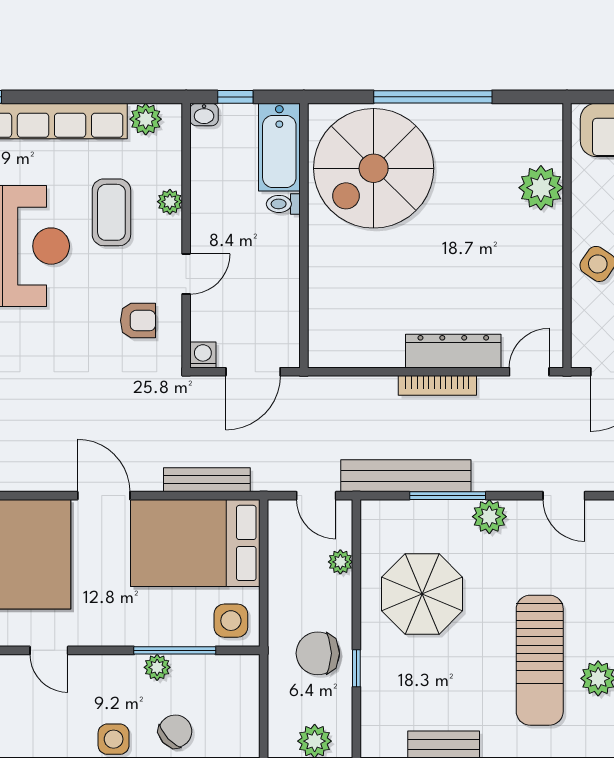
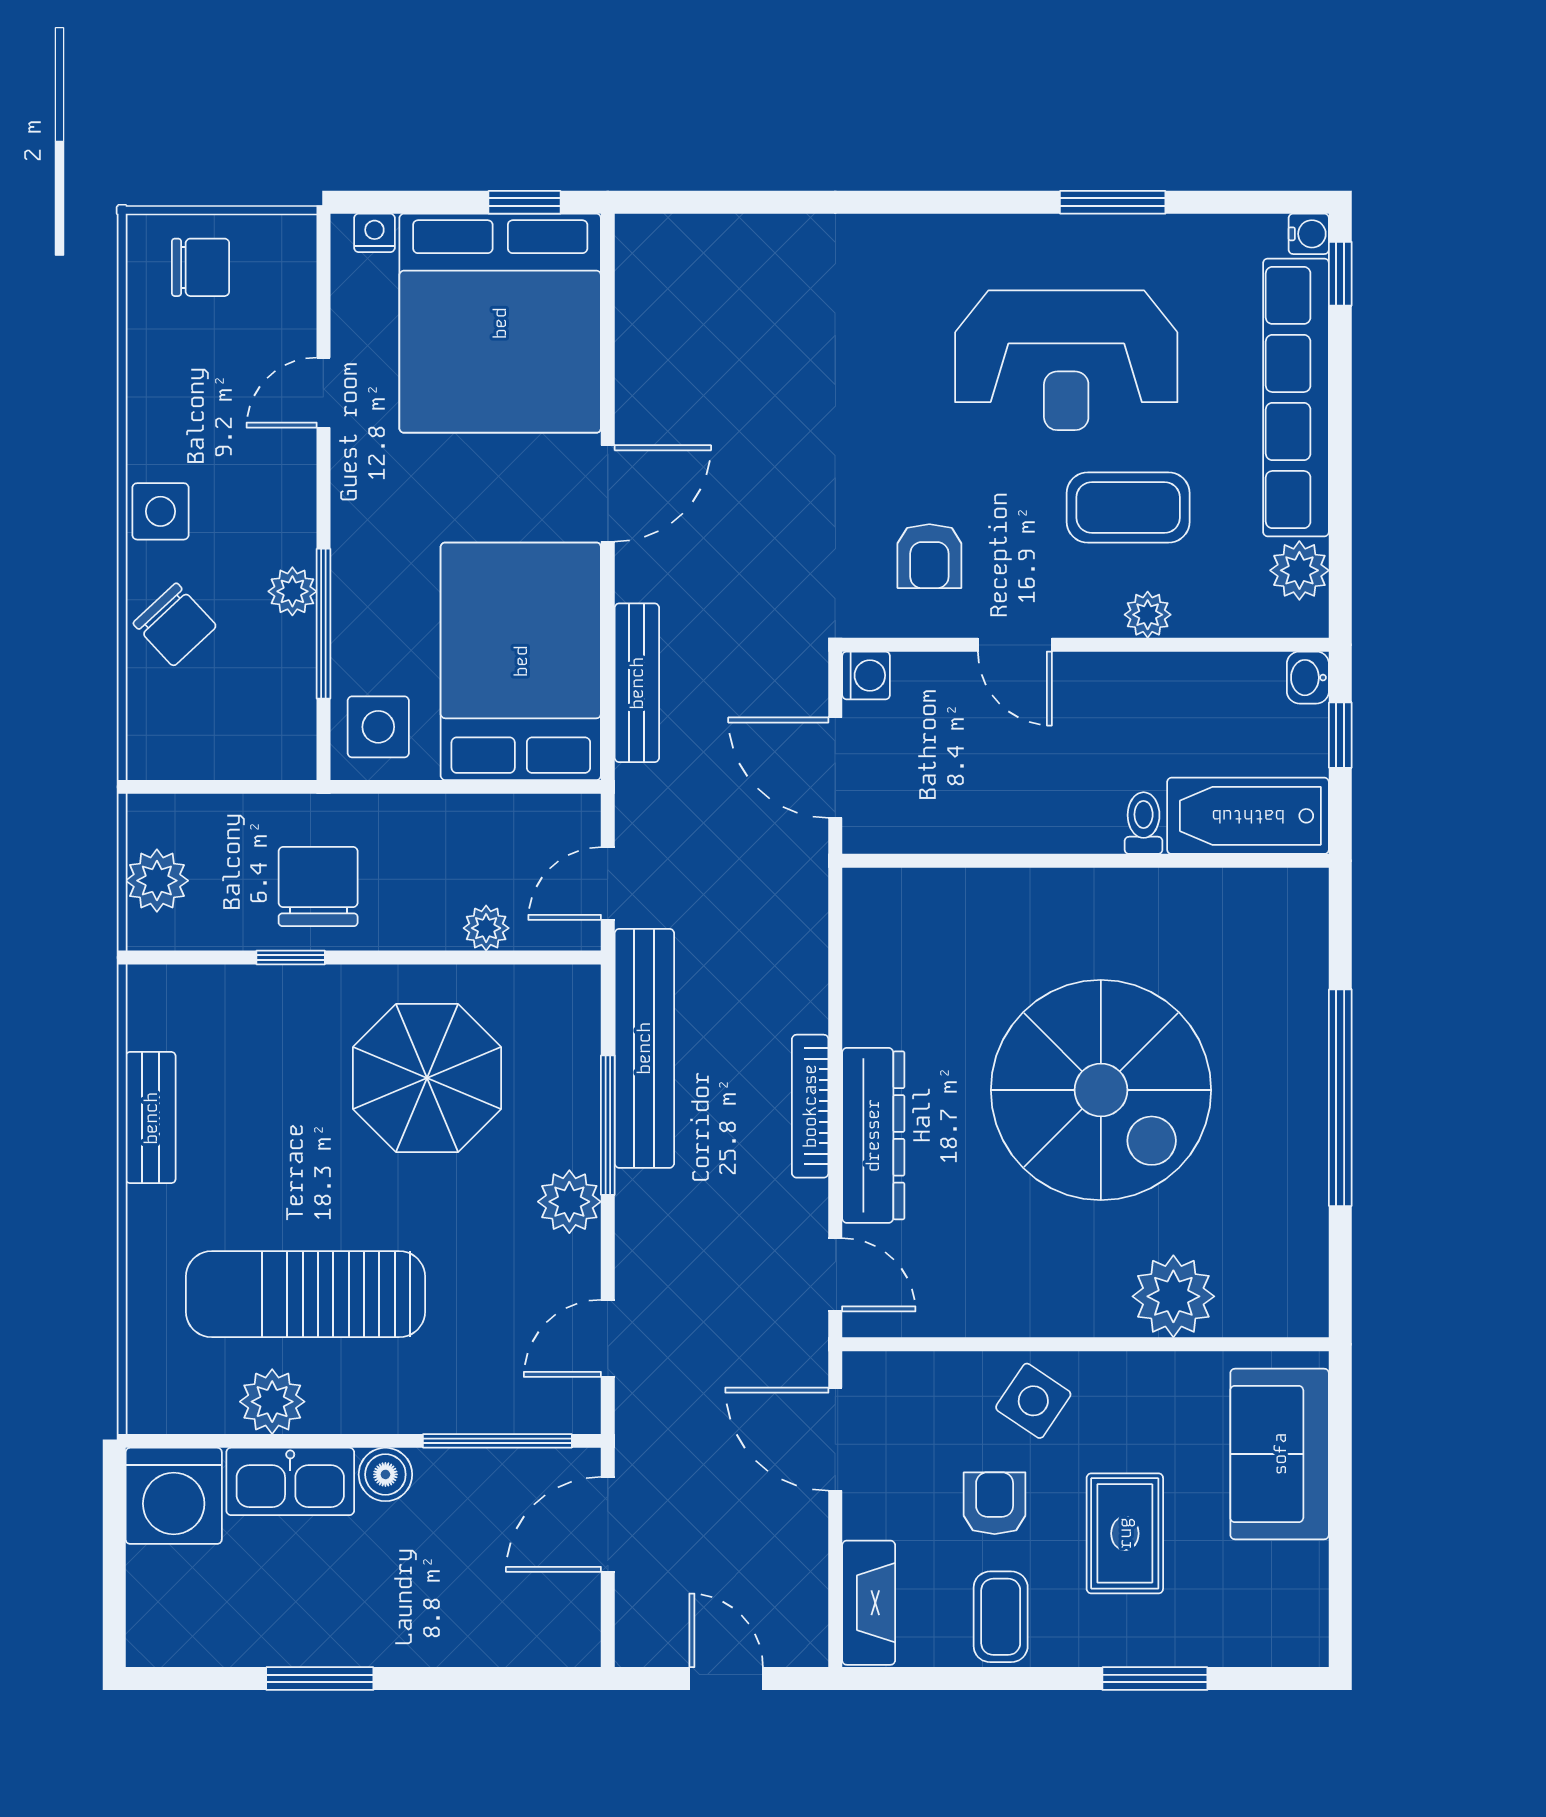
spiral stairs: (374, 168) -> (1101, 1090), moved, turned 180

